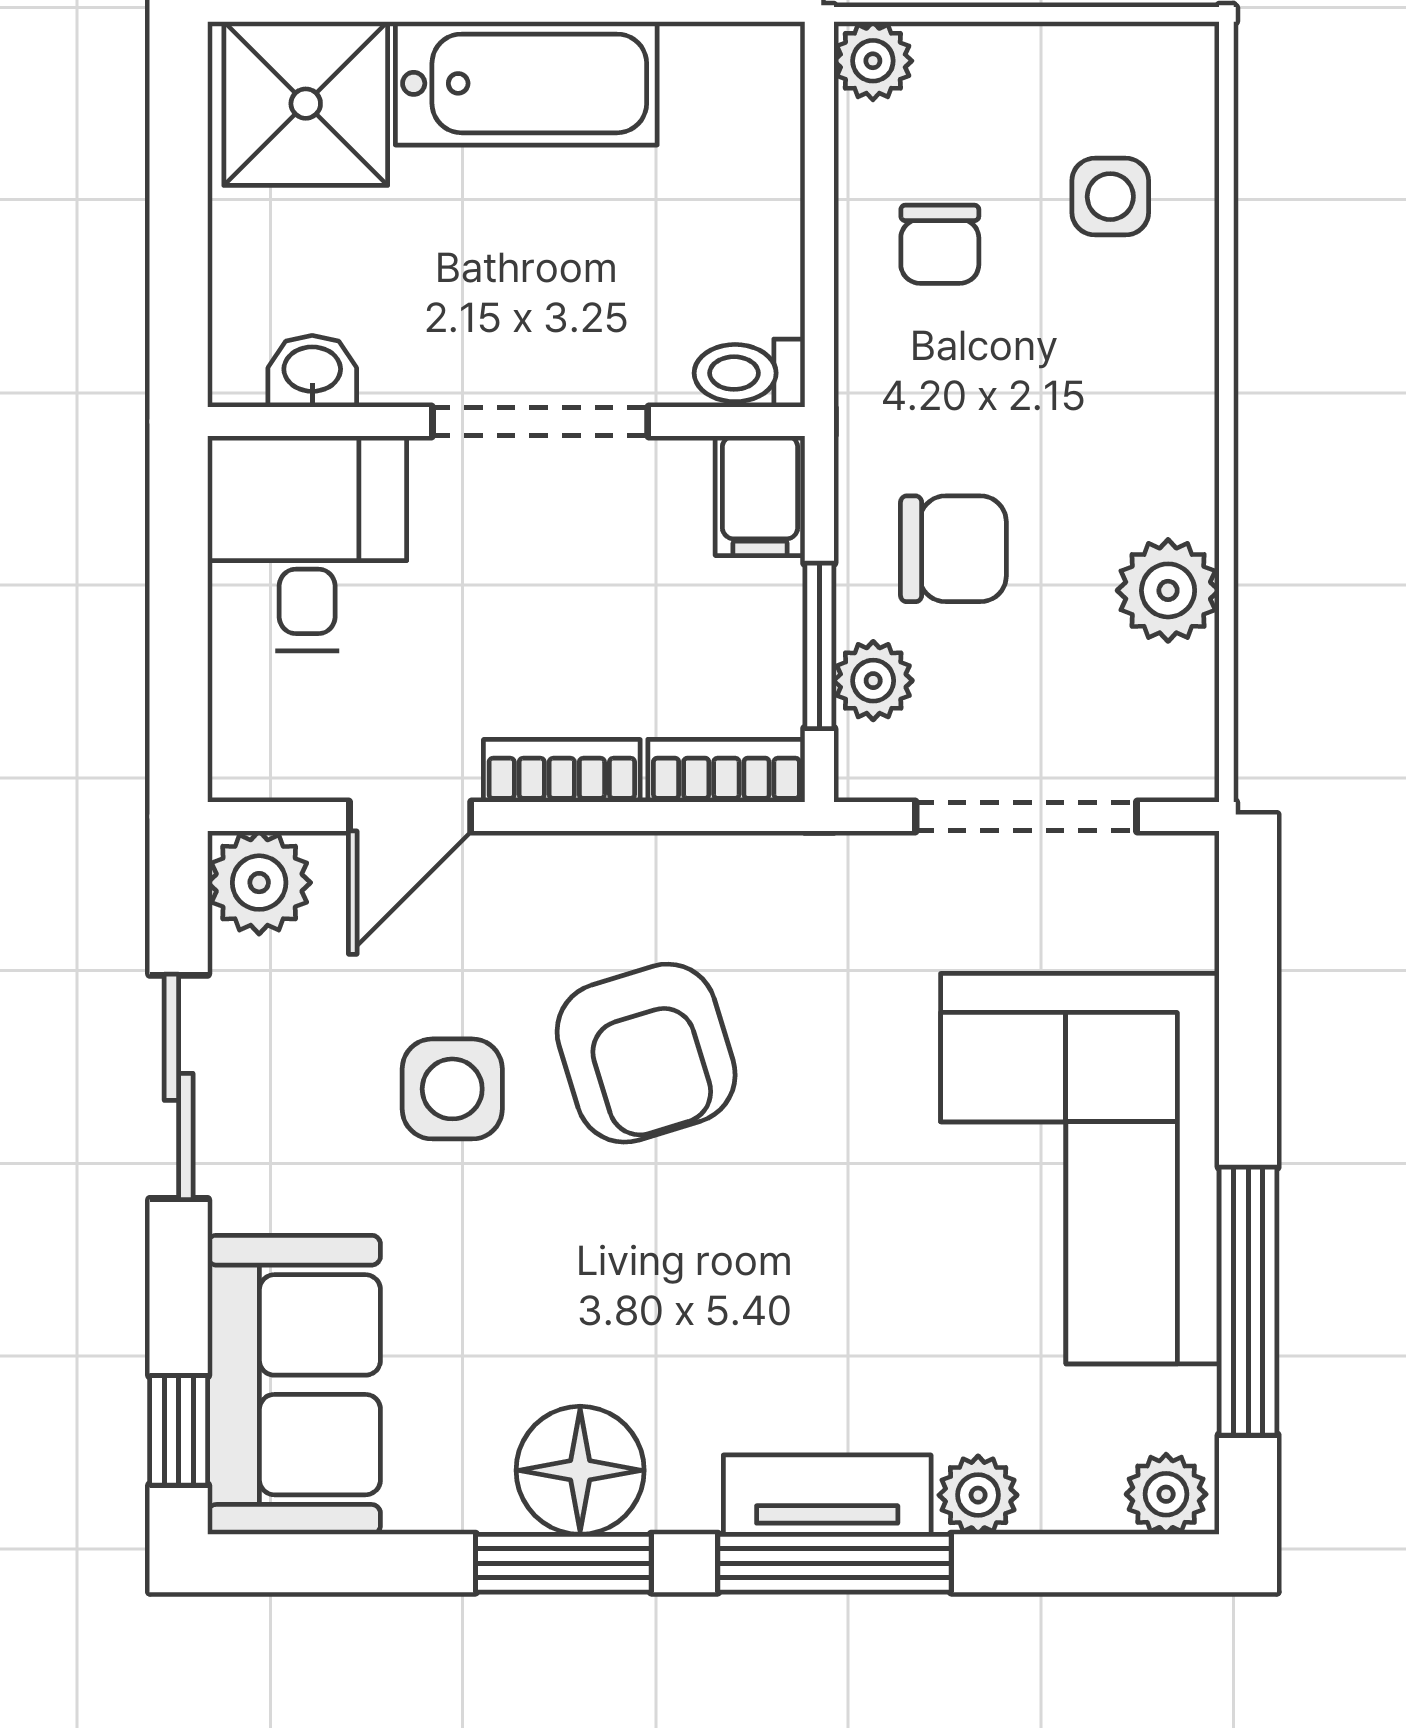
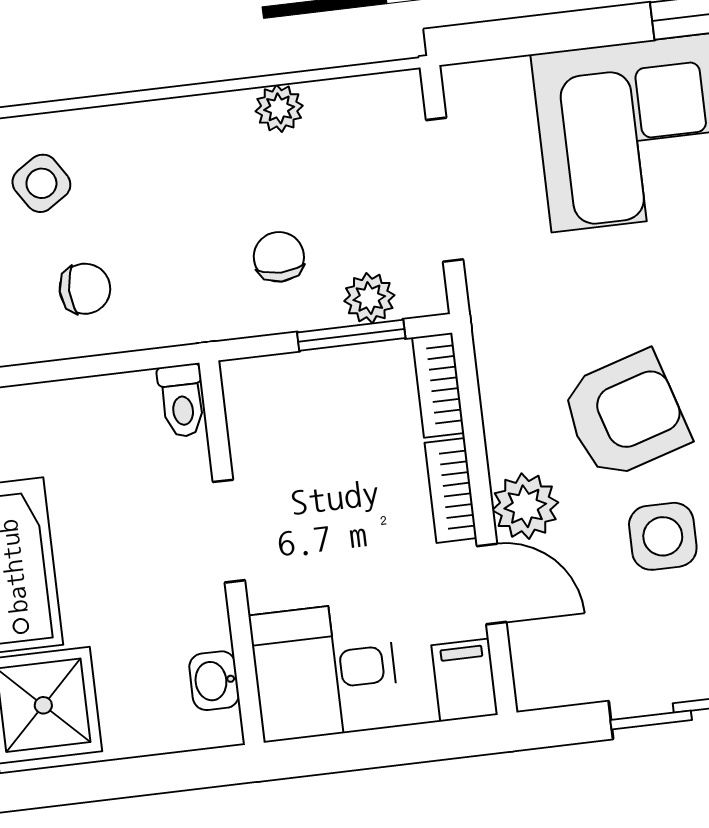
side table: (1110, 197) -> (41, 183), turned -33
doorway: (540, 422) -> (229, 531), width x0.73
filing cabinet: (760, 496) -> (465, 680), moved, turned -90
chair: (953, 549) -> (279, 257), width x0.73, depth x0.73
plant: (1168, 590) -> (279, 108), width x0.73, depth x0.73
plant: (259, 883) -> (525, 506), moved

